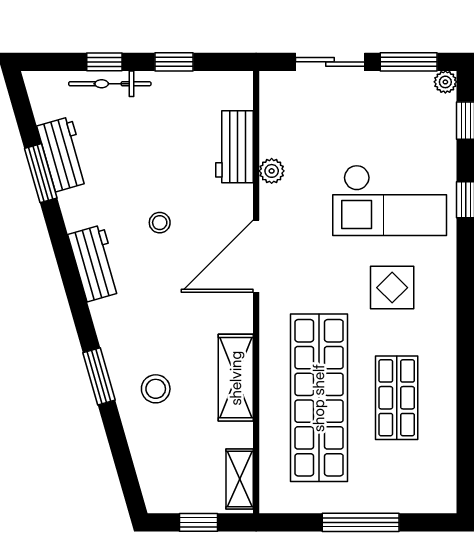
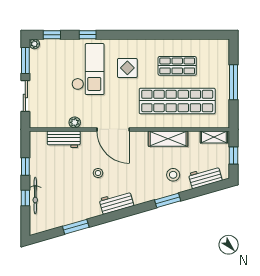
workbench: (63, 154) -> (205, 177), moved

